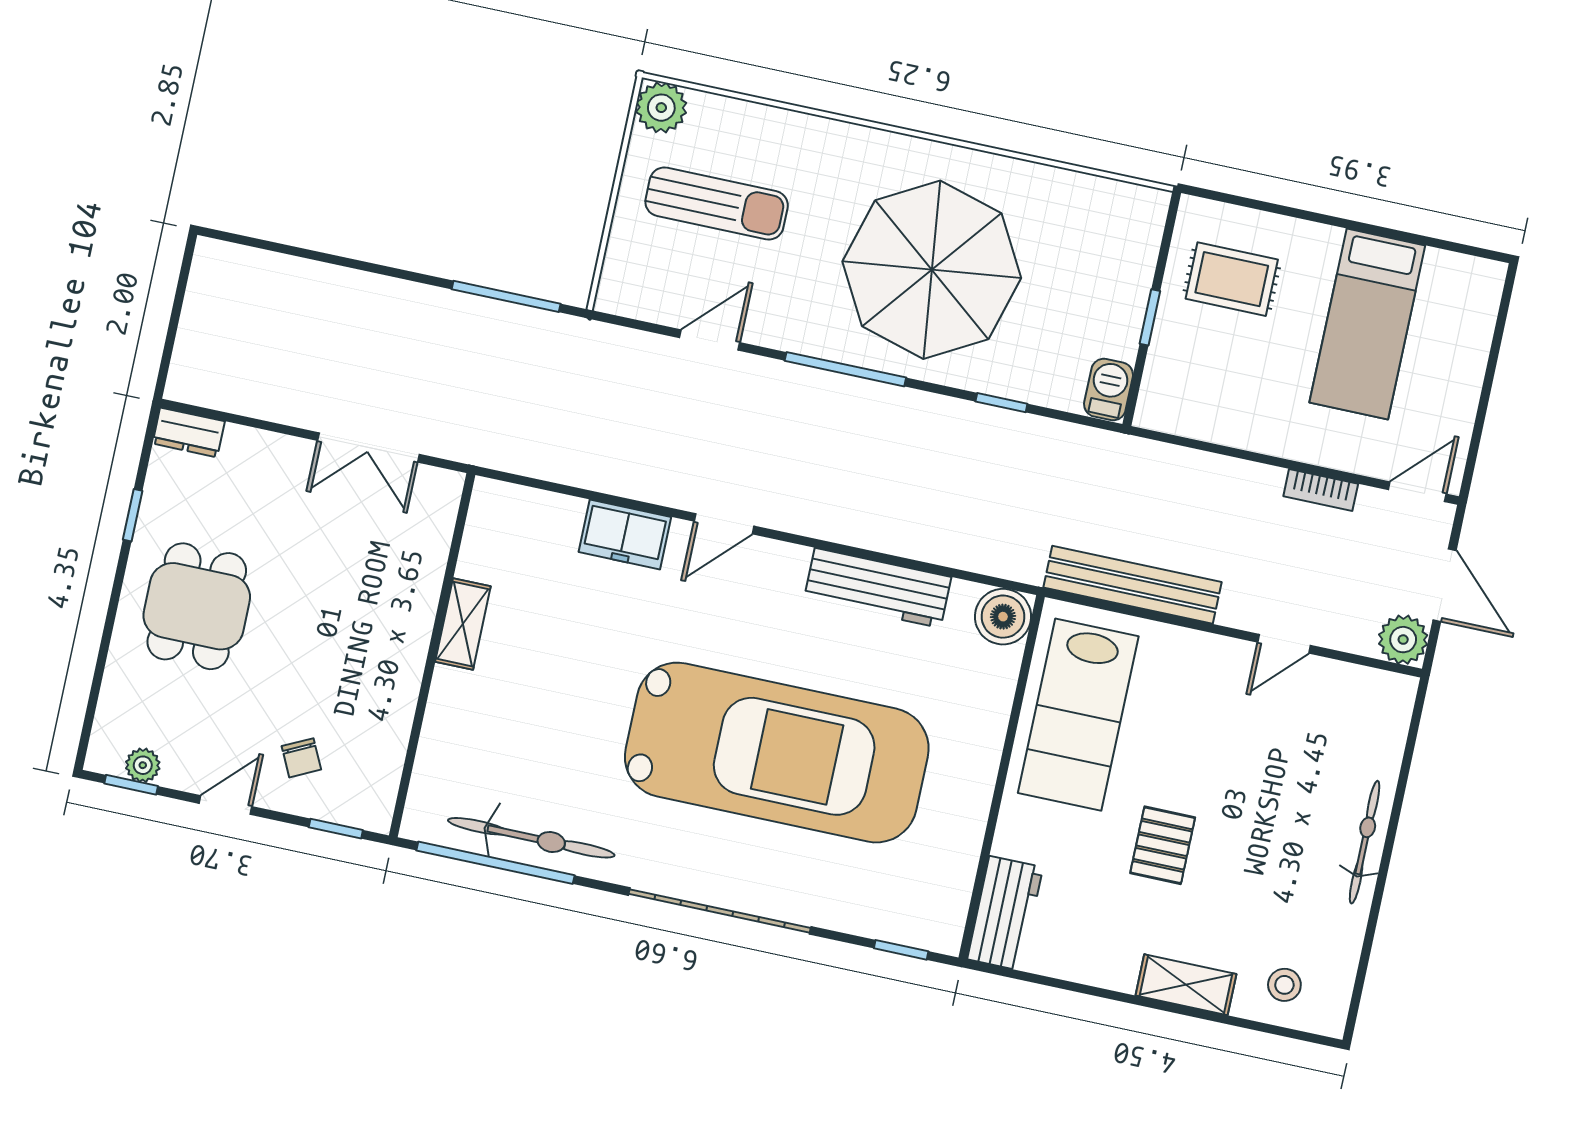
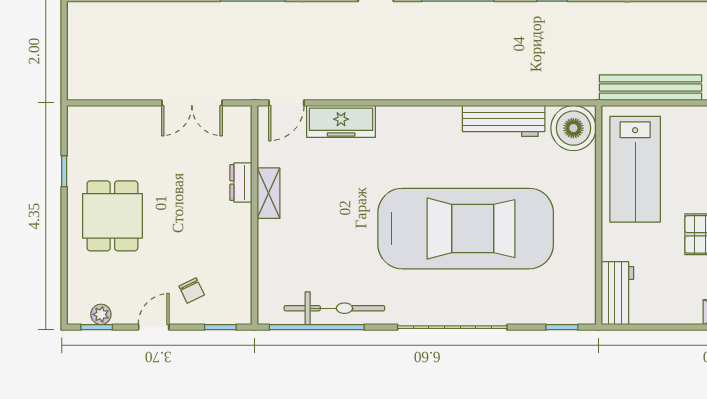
dresser: (189, 432) -> (241, 183), moved, turned 90
door: (724, 524) -> (286, 103), moved
freezer: (625, 535) -> (341, 121), width x1.40
boiler: (1003, 617) -> (573, 128), width x1.37, depth x1.37

